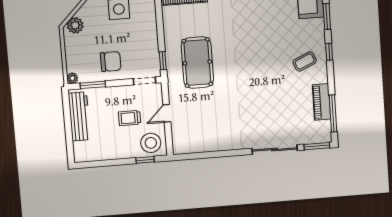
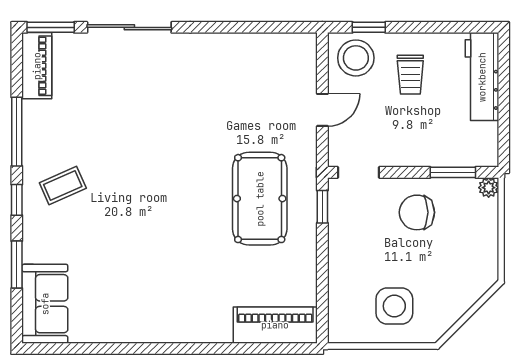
plant: (75, 25) -> (475, 283), removed
piano: (321, 102) -> (37, 66), moved
window: (333, 113) -> (17, 132), moved
workbench: (79, 116) -> (482, 77), moved
trolley: (130, 118) -> (410, 75), moved, turned 90

